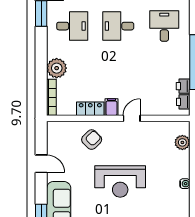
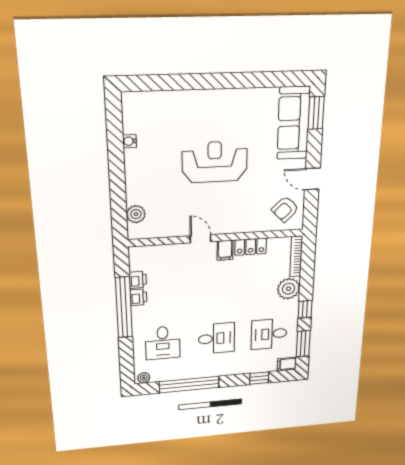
window: (41, 47) -> (305, 309), added
printer: (183, 102) -> (138, 297), moved
door: (132, 118) -> (201, 239), swing flipped
armchair: (92, 140) -> (285, 209), moved
water cooler: (185, 184) -> (130, 141), moved

